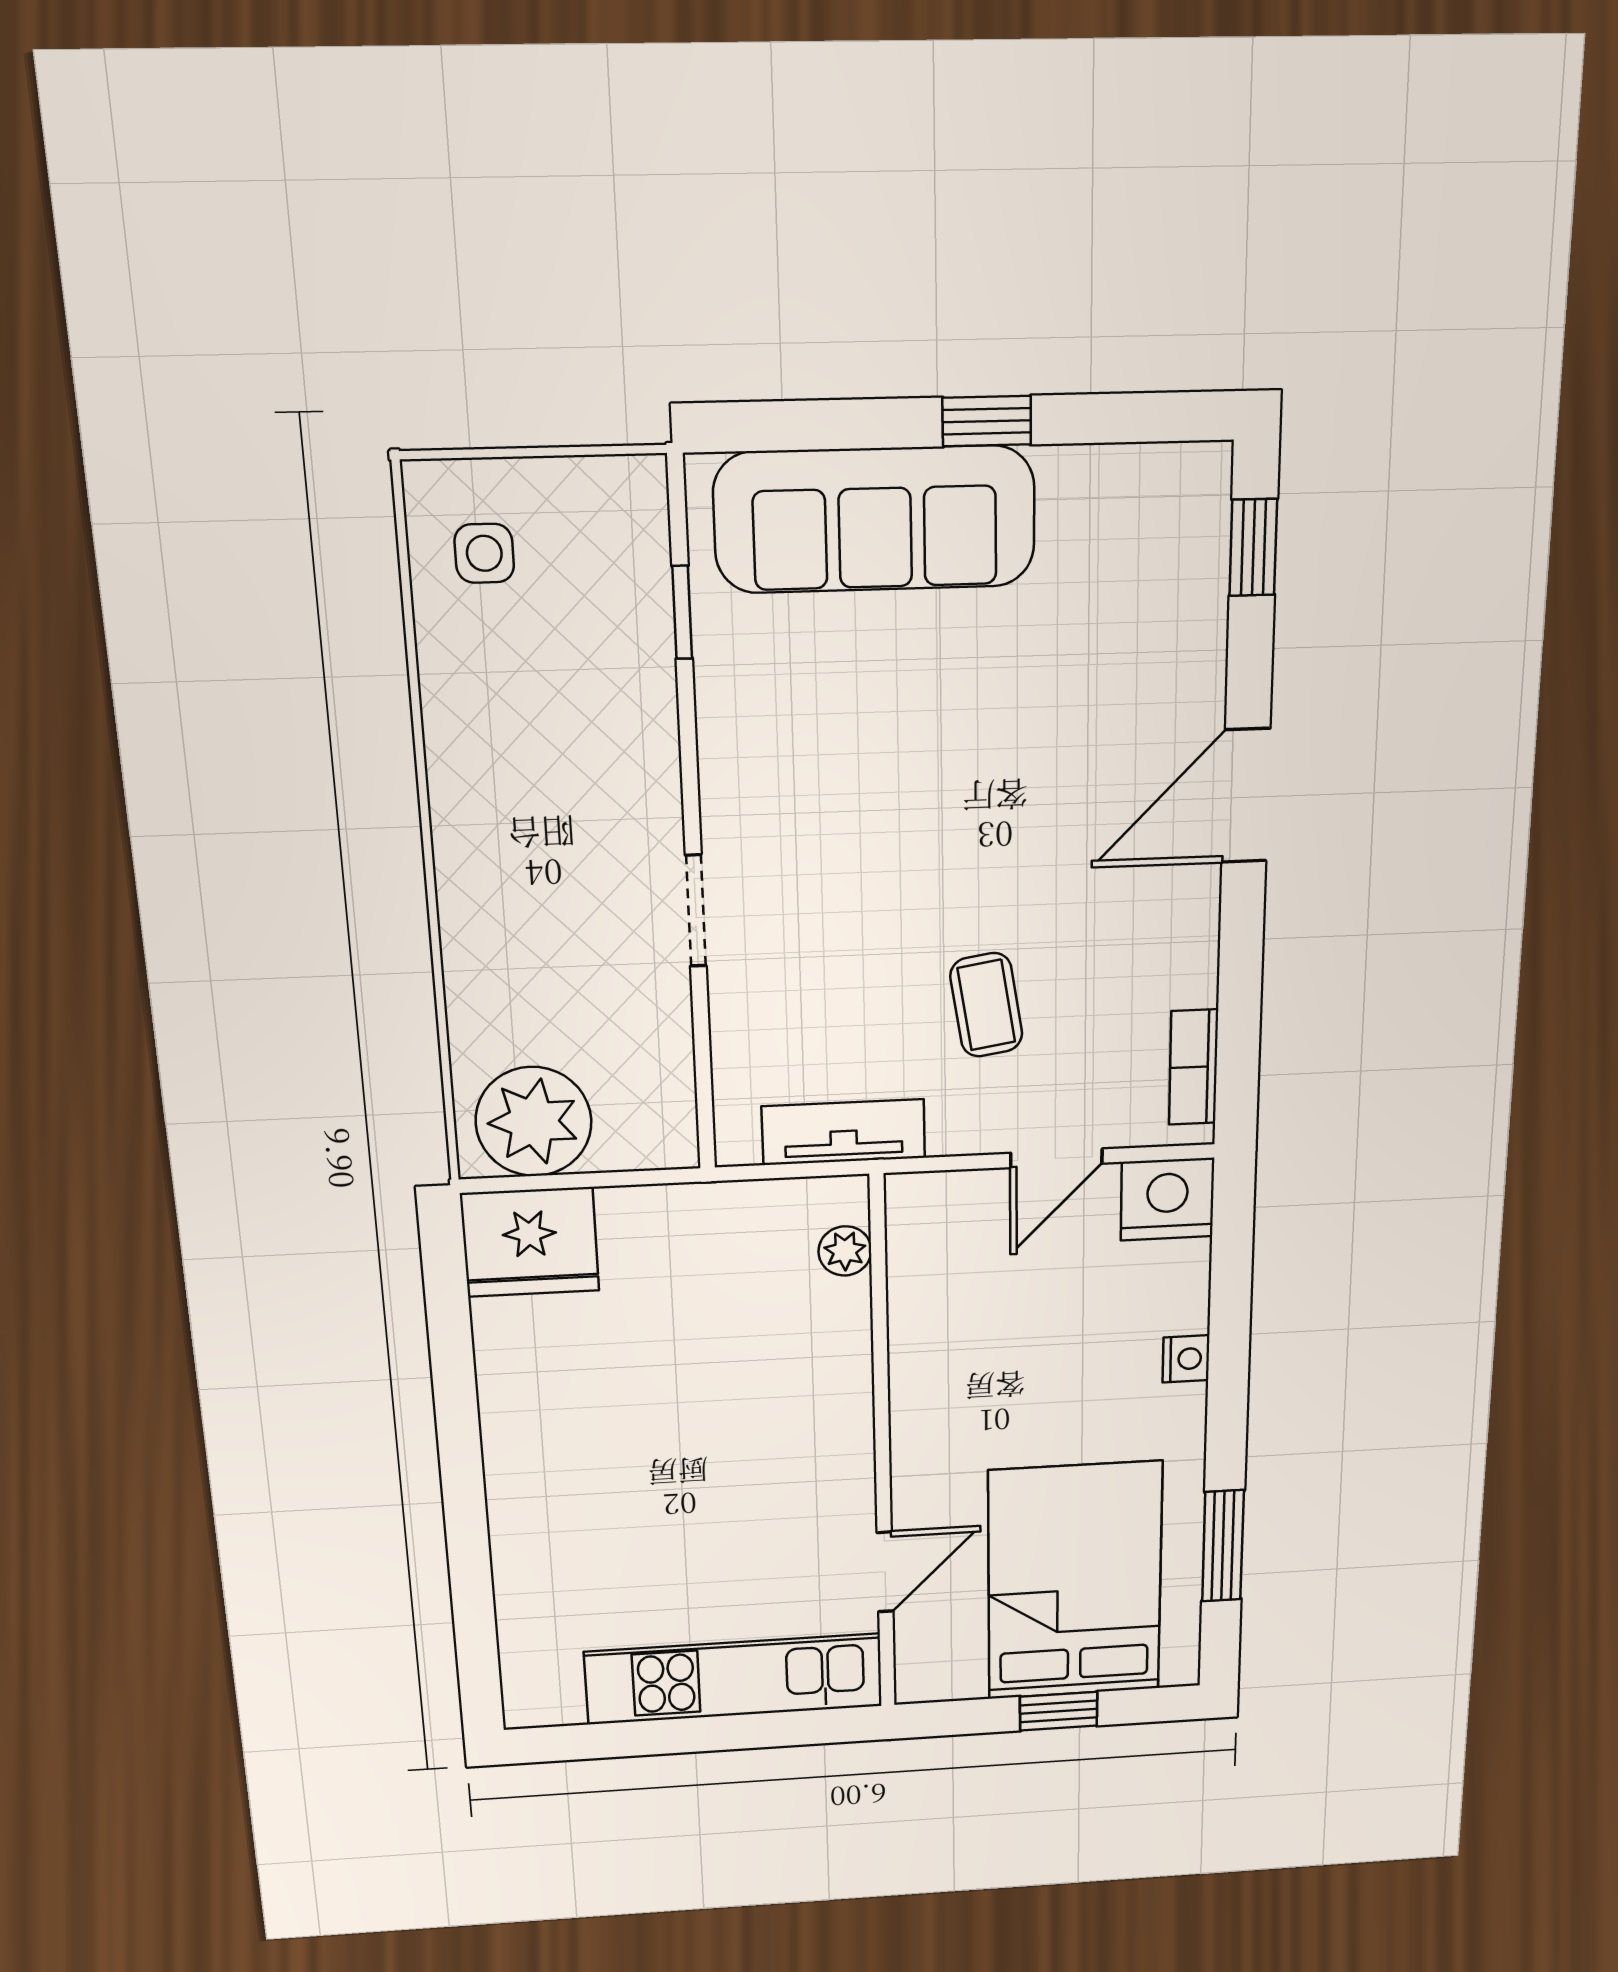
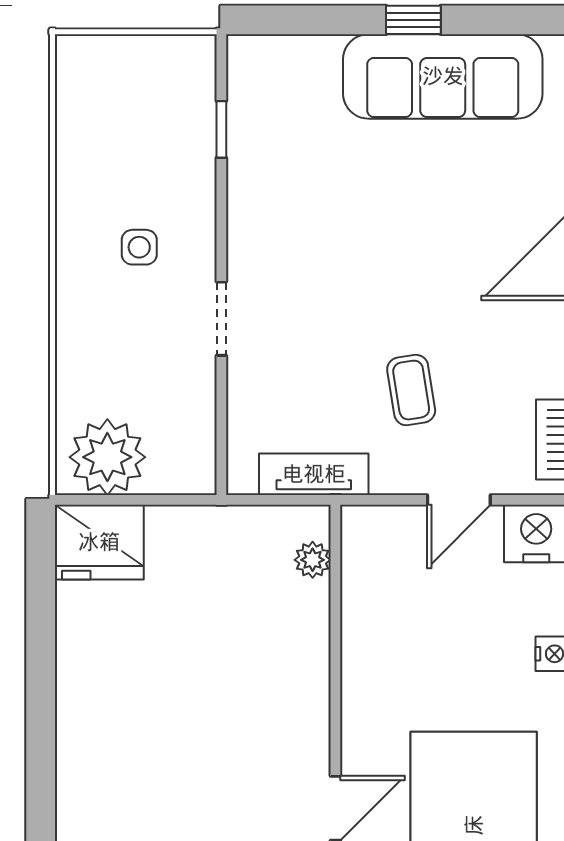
sofa: (875, 519) -> (443, 76), moved
side table: (484, 553) -> (139, 247), moved

